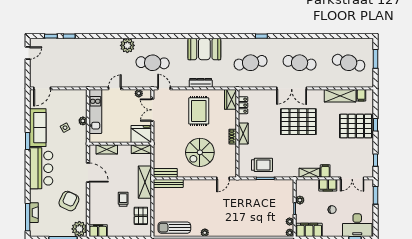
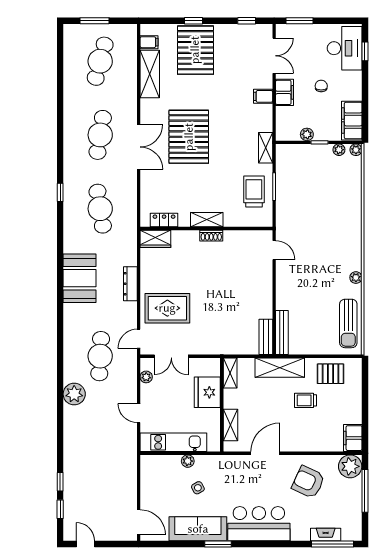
rug: (199, 111) -> (167, 308), moved
fridge: (141, 134) -> (207, 392), moved
spiral stairs: (200, 152) -> (235, 285), removed
shelving: (309, 173) -> (266, 148), moved

